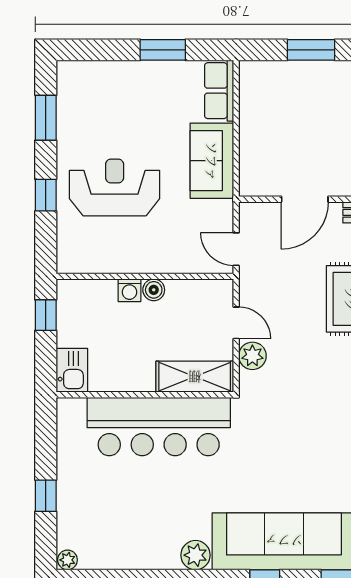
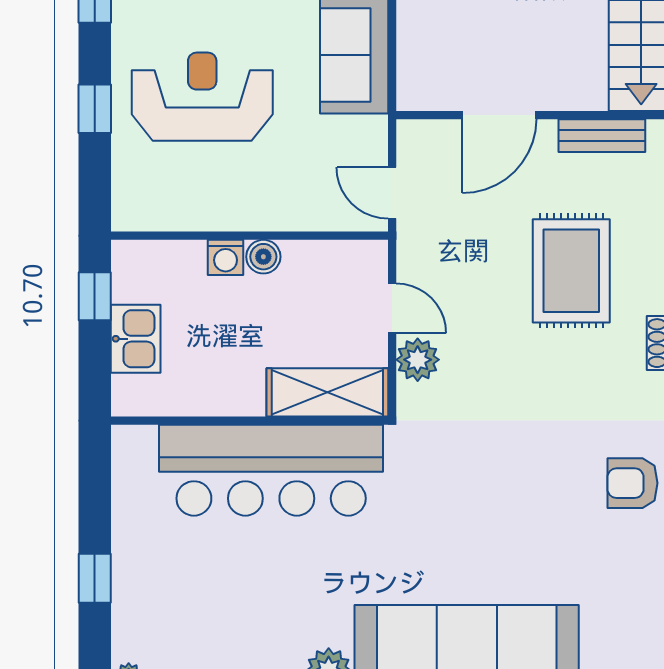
kitchen sink: (72, 370) -> (136, 339), moved

